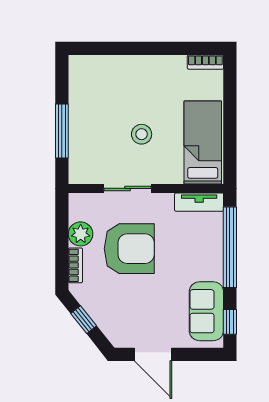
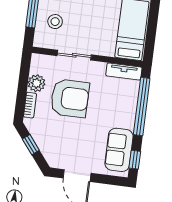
stool: (142, 134) -> (55, 22), moved

